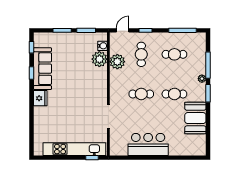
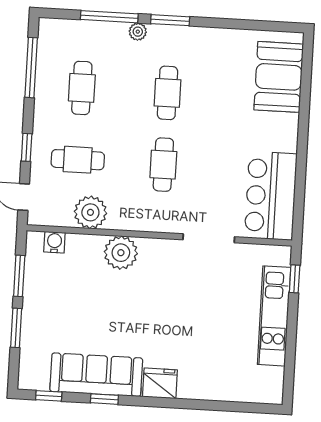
plant: (99, 59) -> (121, 253), moved
booth: (195, 118) -> (279, 77), moved, turned 90
bar counter: (148, 144) -> (271, 196), moved
kitchen unit: (74, 149) -> (274, 316), width x0.73

